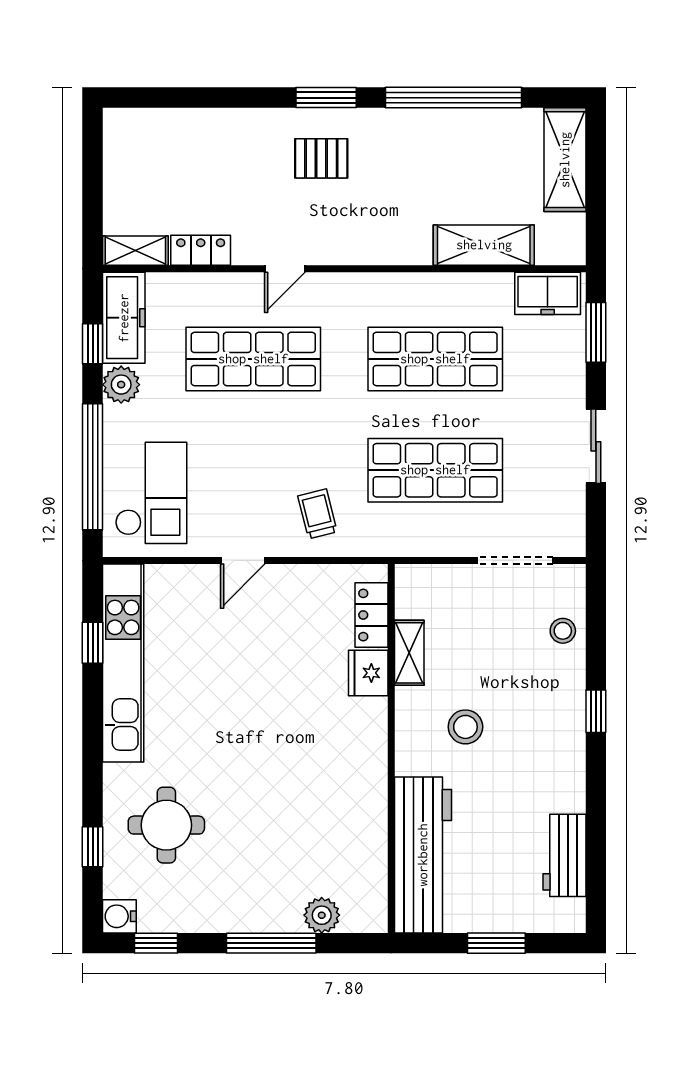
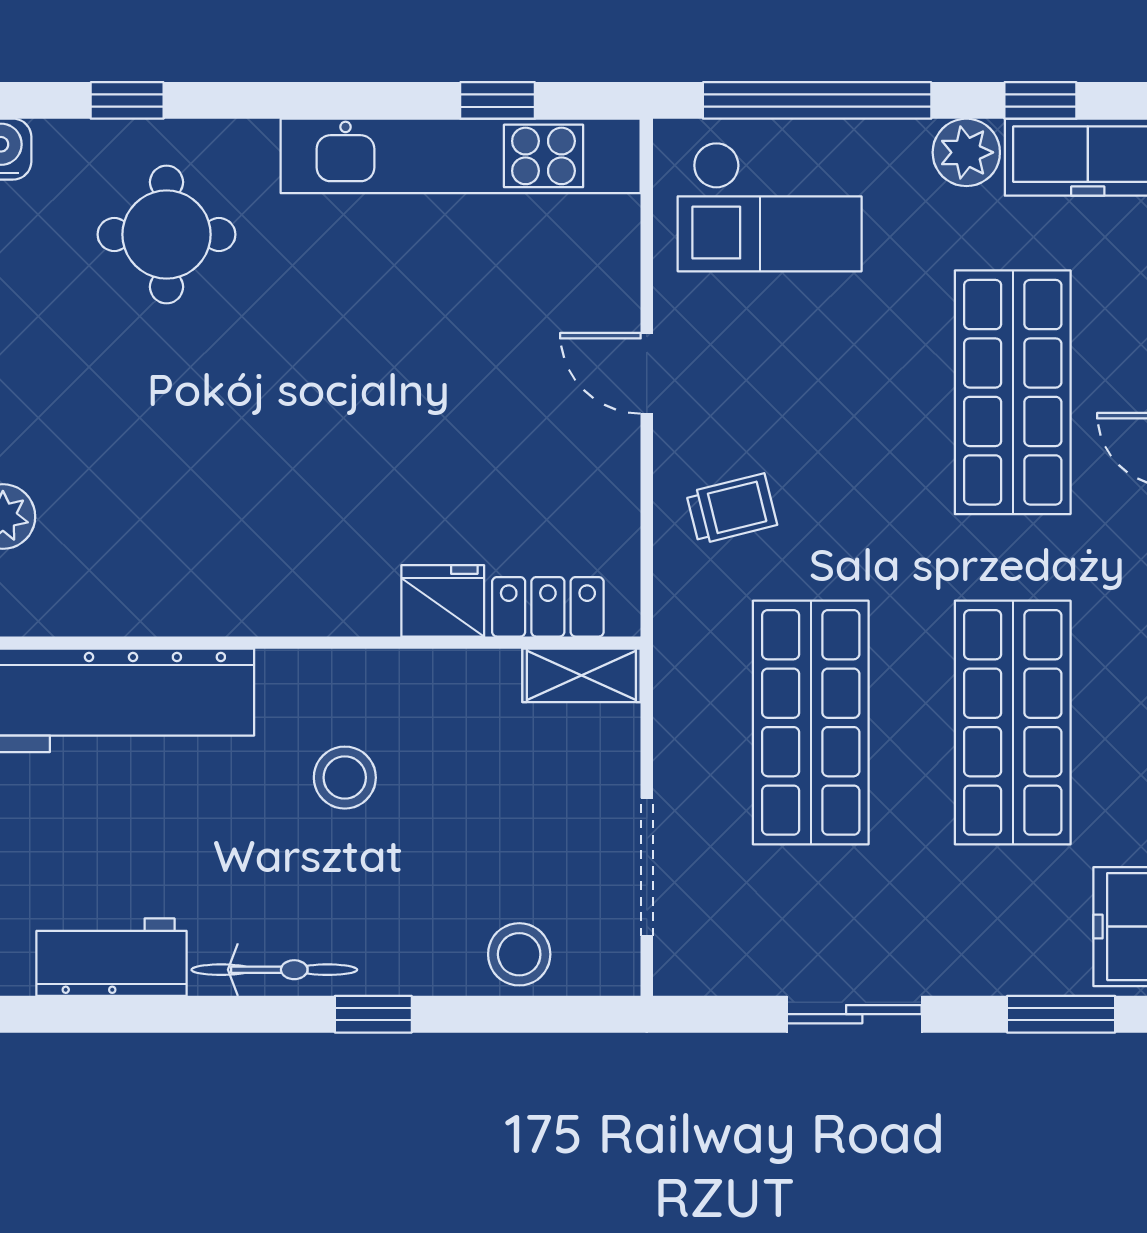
stool: (563, 631) -> (519, 954), width x1.37, depth x1.37
shelving: (409, 653) -> (581, 675), moved
bicycle: (571, 766) -> (274, 970), added

